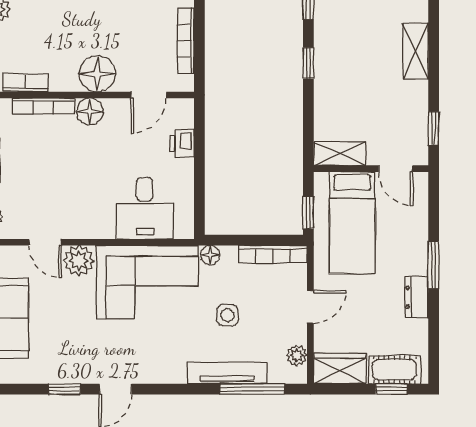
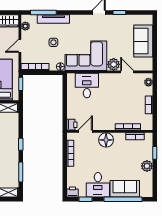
floor lamp: (90, 112) -> (109, 125), removed
printer: (182, 143) -> (72, 125), moved

